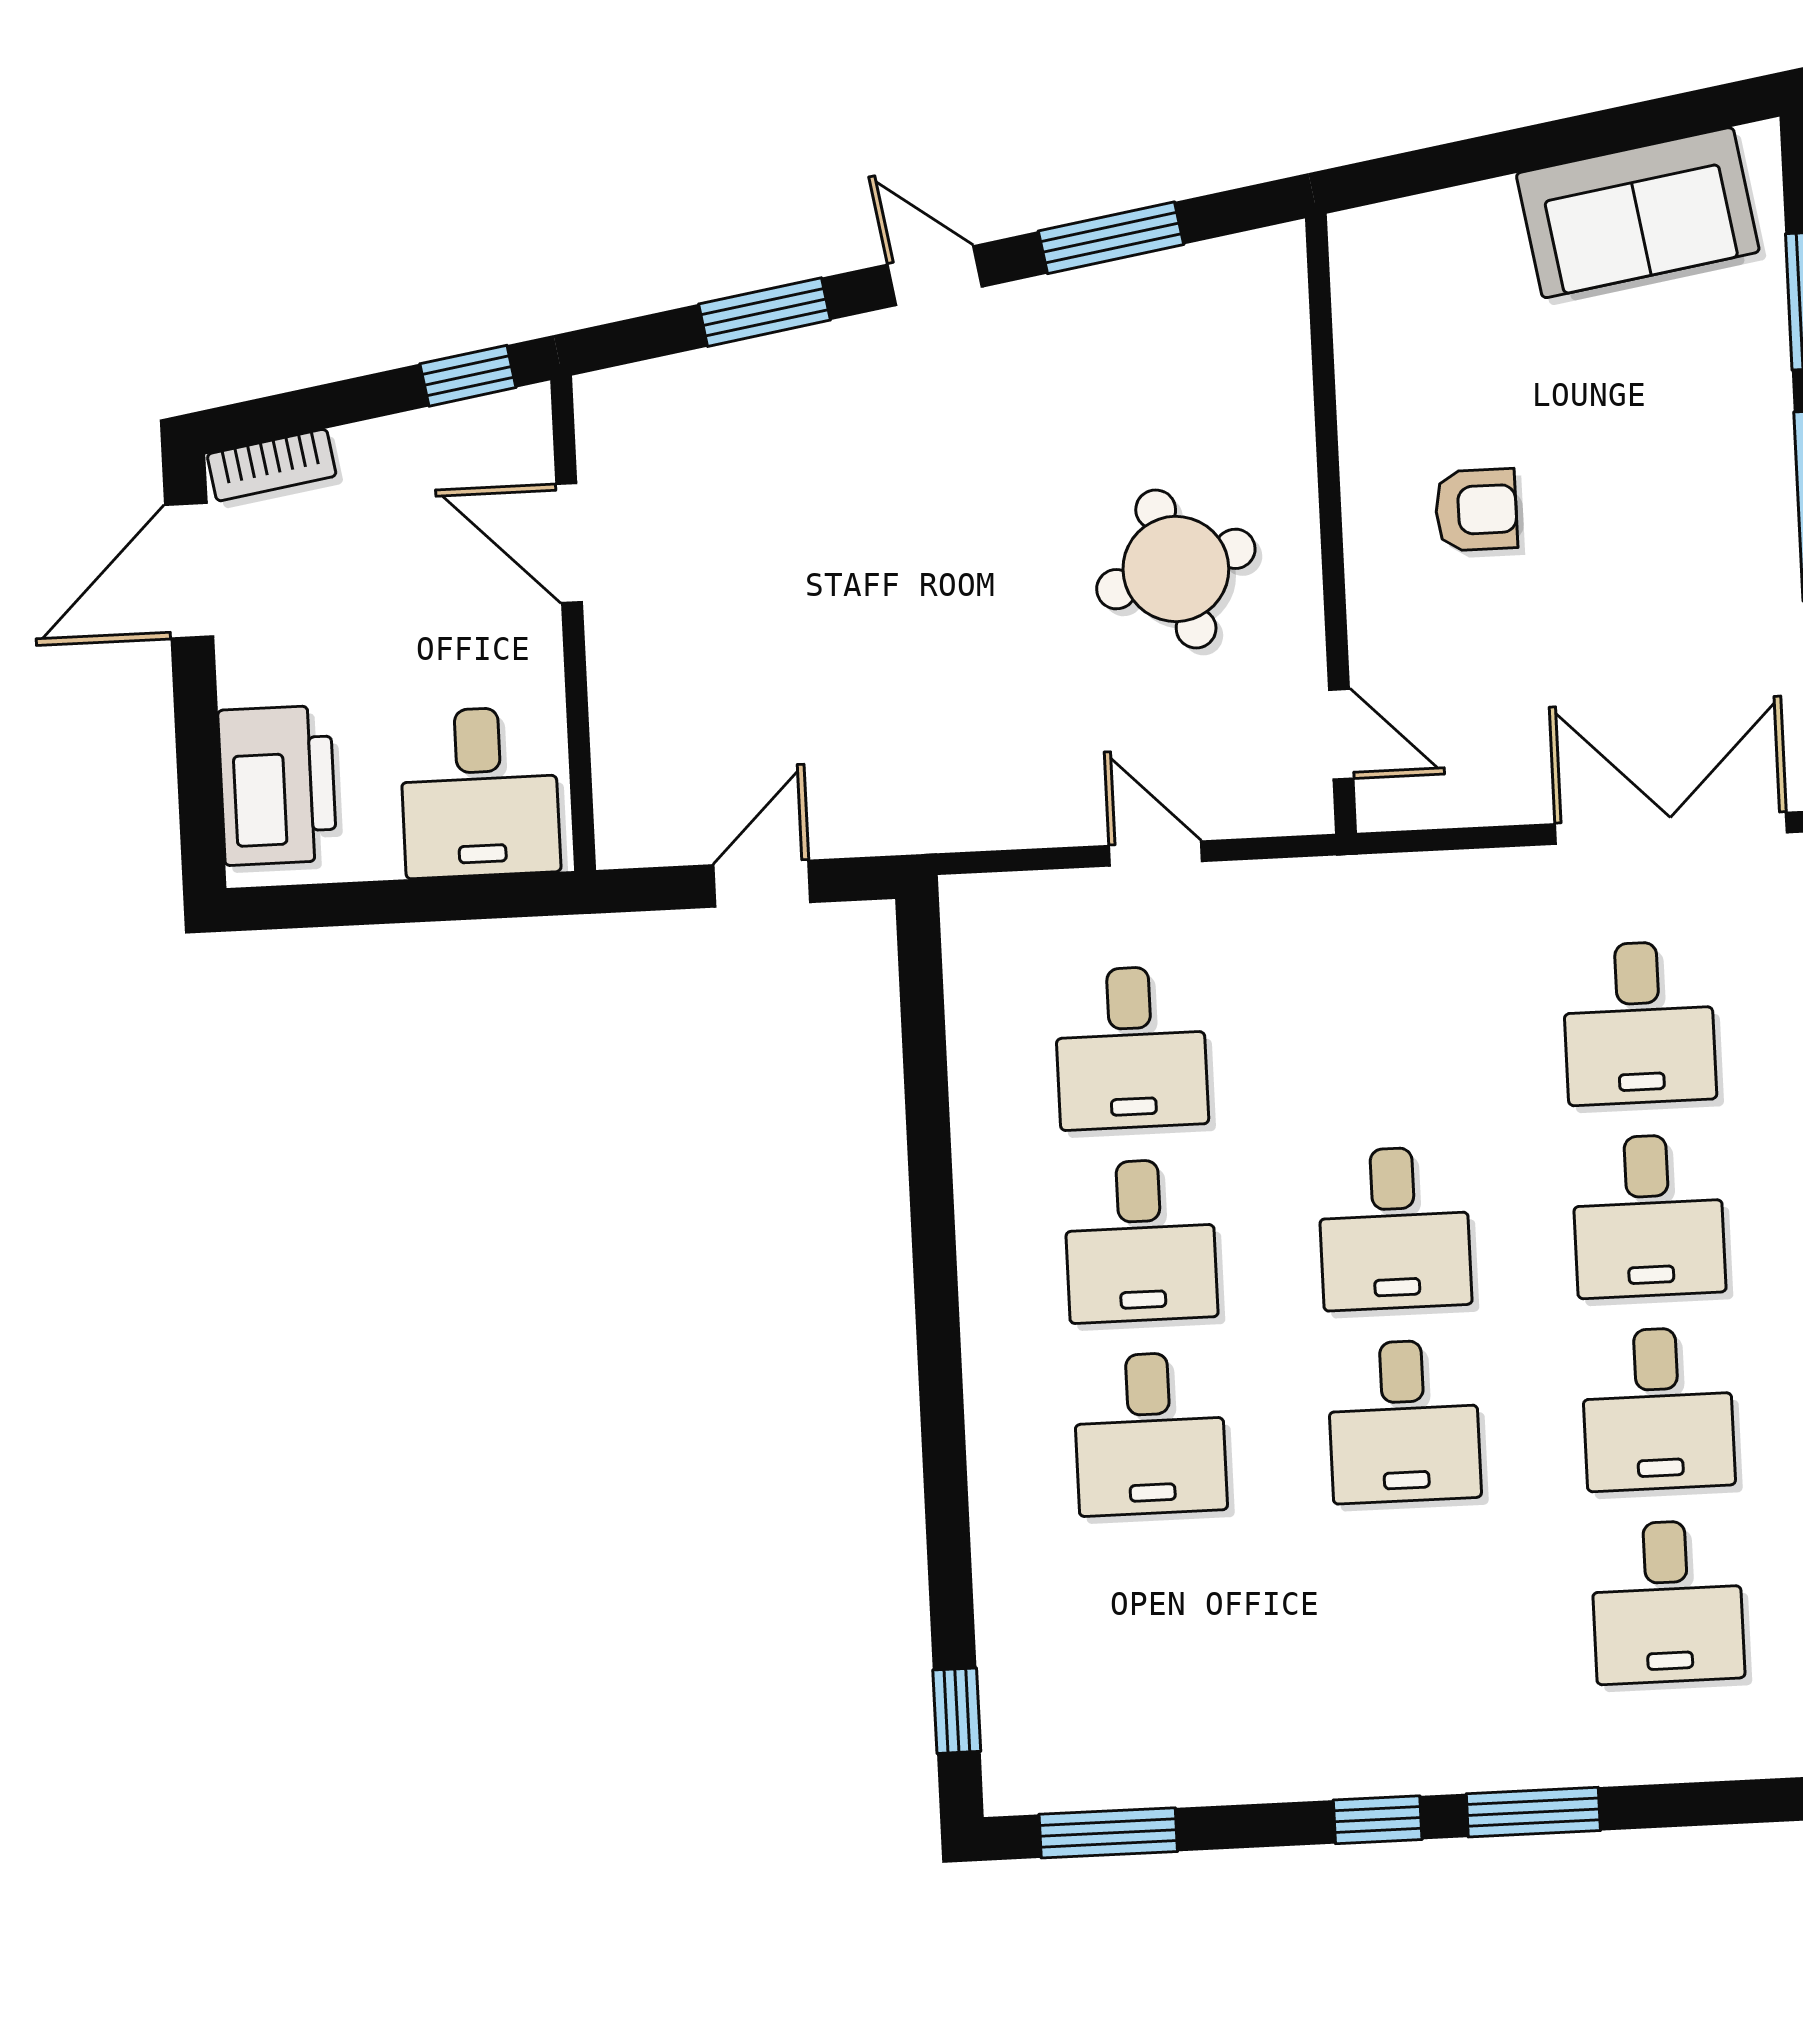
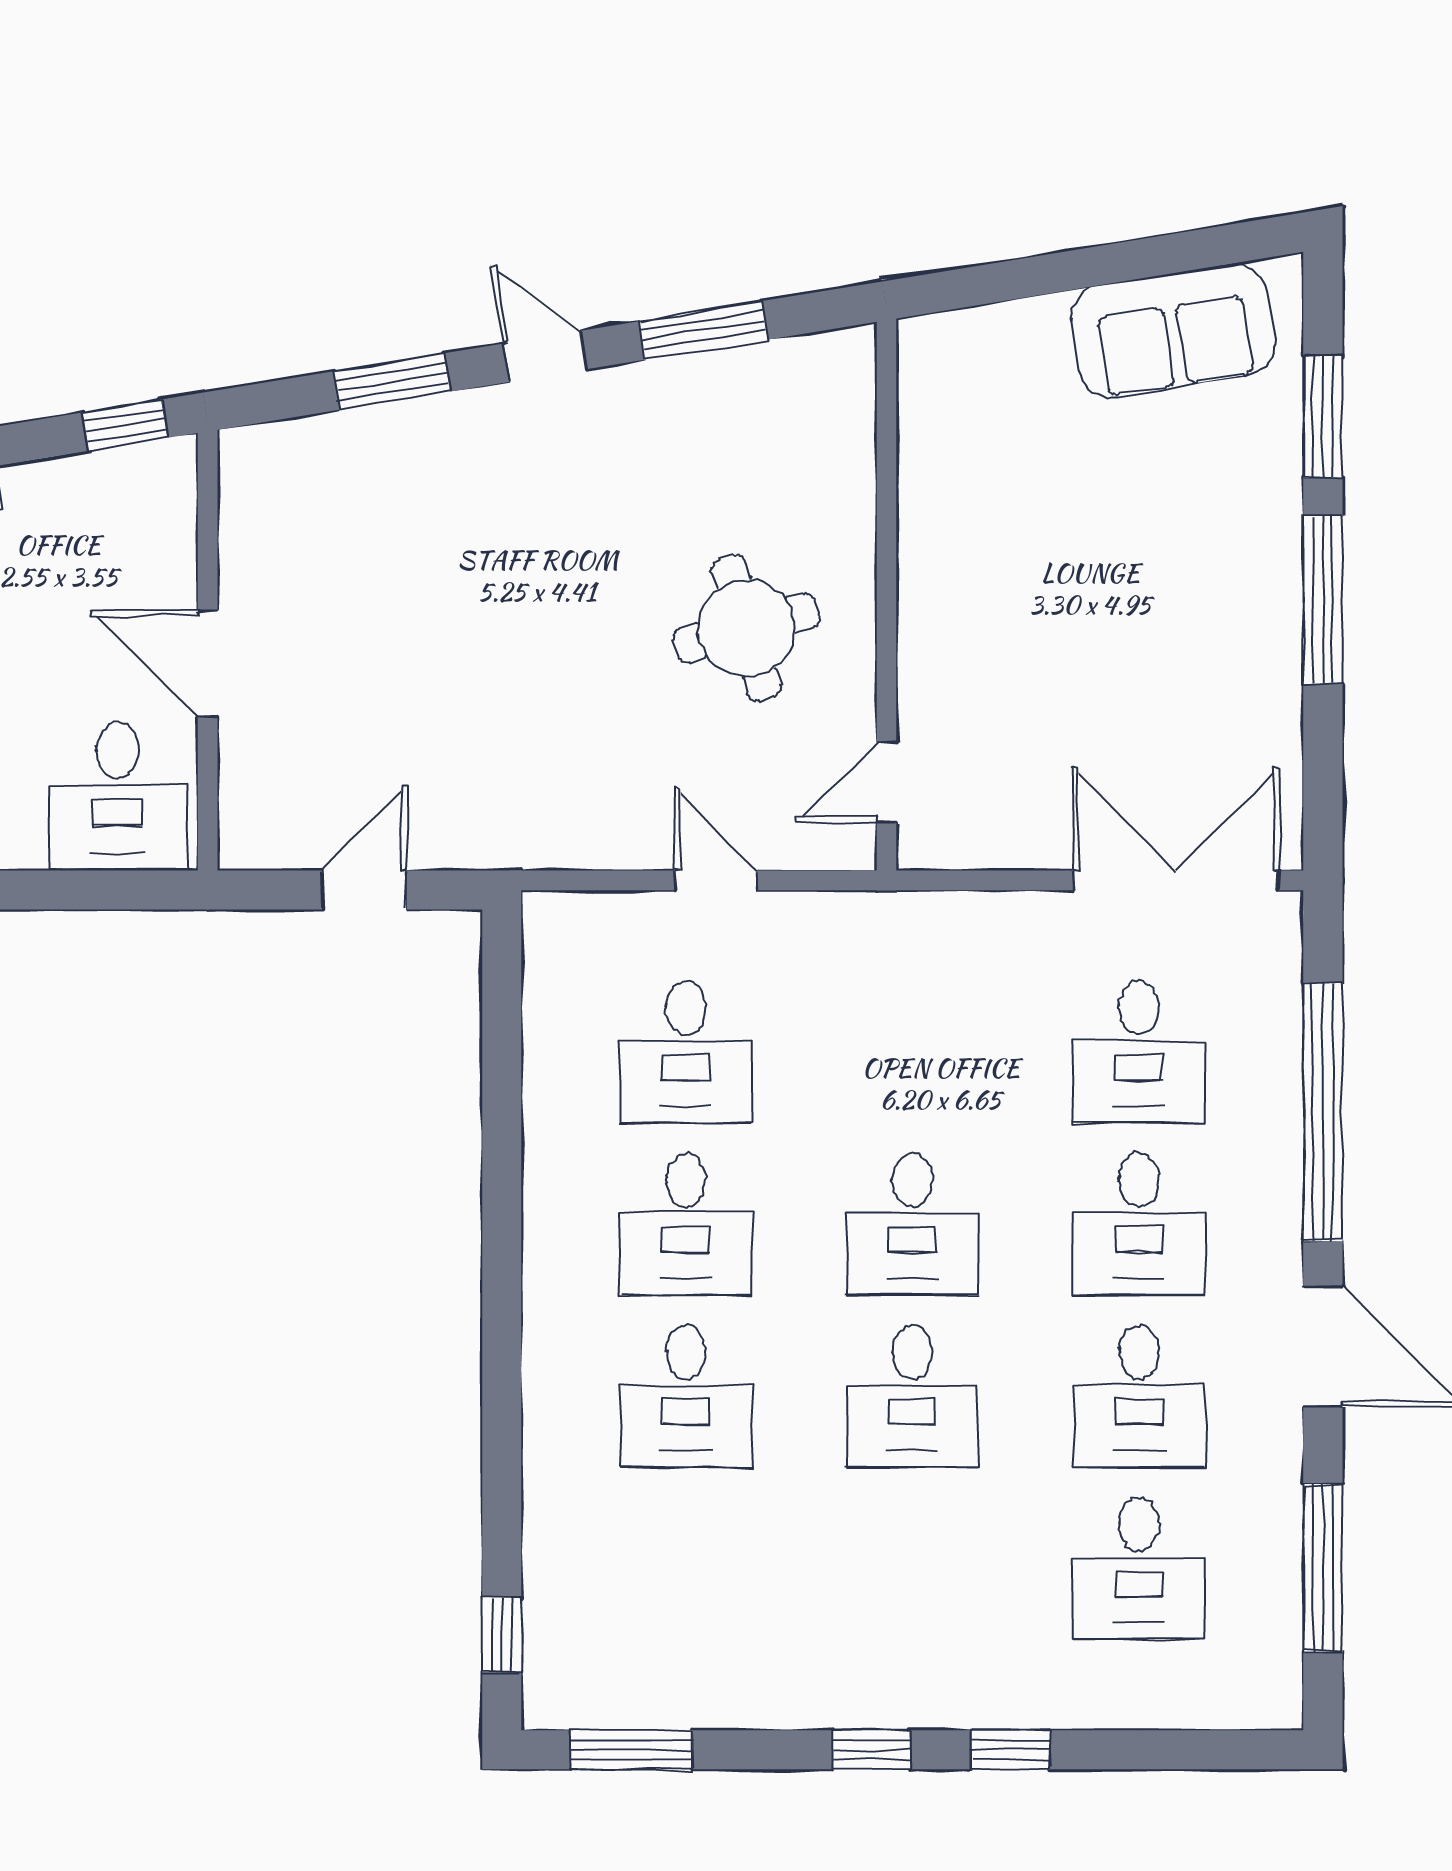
armchair: (1476, 510) -> (1016, 588), removed
door: (569, 543) -> (208, 664), moved
door: (1341, 734) -> (886, 782), swing flipped
window: (1533, 1812) -> (1011, 1750), width x0.67

